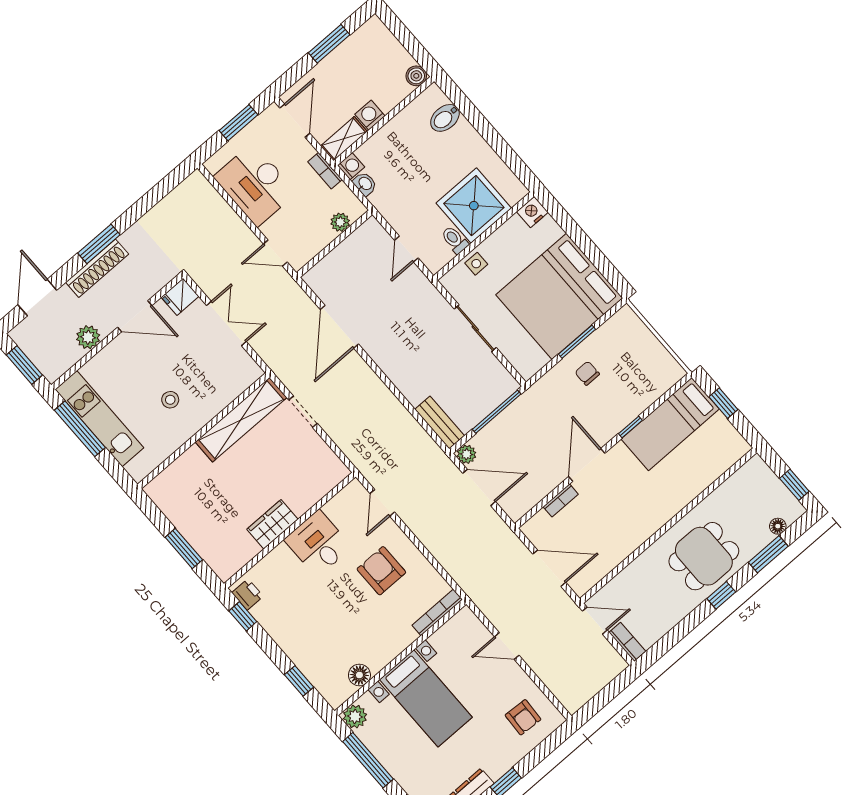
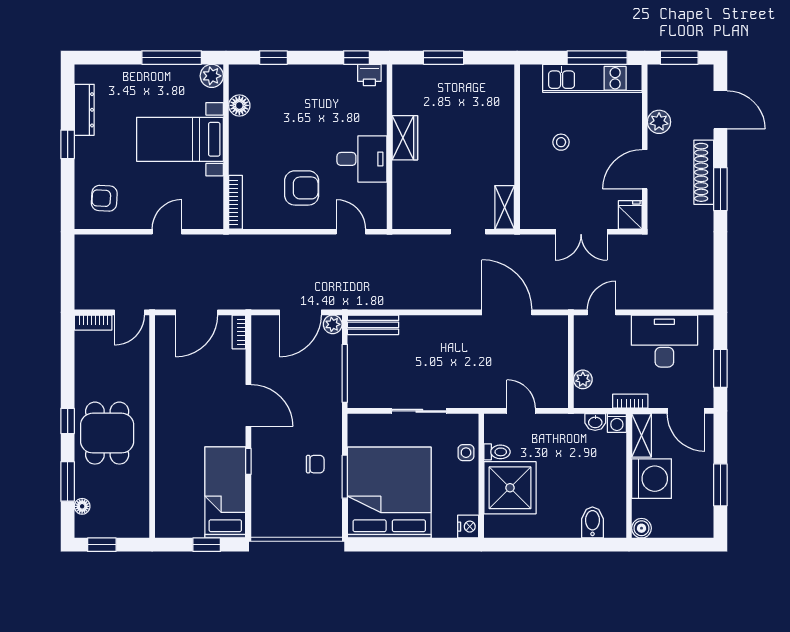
washing machine: (370, 115) -> (652, 479), width x1.89, depth x1.89
shelving: (241, 420) -> (505, 207), width x0.45, depth x0.75
bookcase: (561, 500) -> (239, 332), moved

